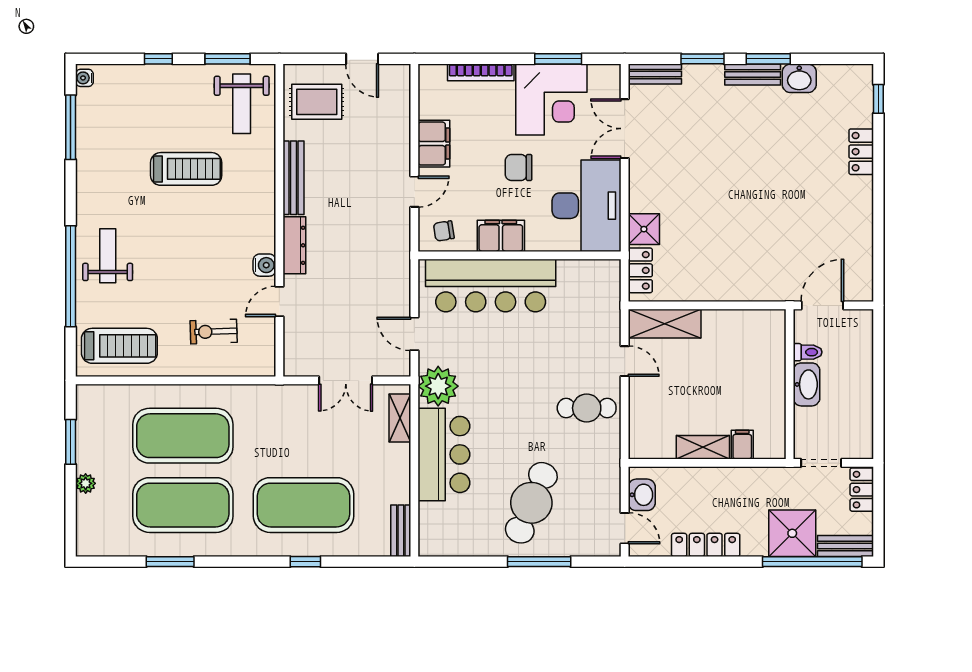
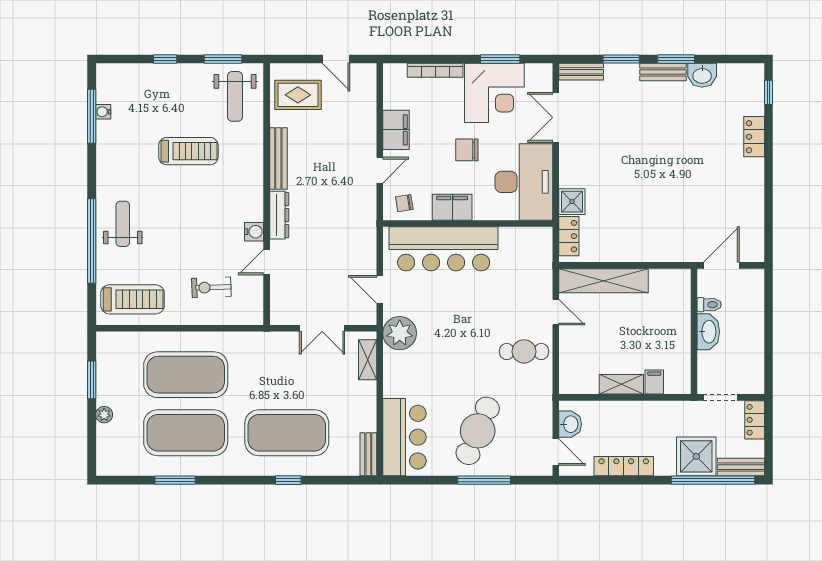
water cooler: (84, 78) -> (103, 112), moved
shelving: (665, 324) -> (604, 281), width x1.47
bar counter: (444, 454) -> (404, 437), moved

